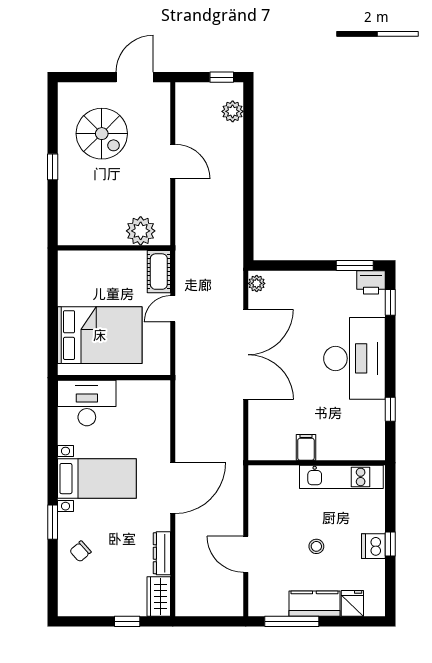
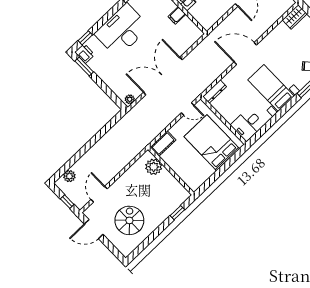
window: (222, 77) -> (67, 202), moved
door: (173, 161) -> (99, 194), moved
window: (53, 167) -> (177, 213), moved
door: (173, 309) -> (188, 109), moved
desk: (87, 403) -> (247, 125), width x0.73
dresser: (162, 553) -> (215, 92), moved

